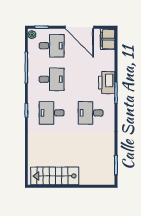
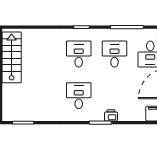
desk: (52, 79) -> (114, 54), turned 180
printer: (107, 83) -> (111, 115), width x0.53, depth x0.68

